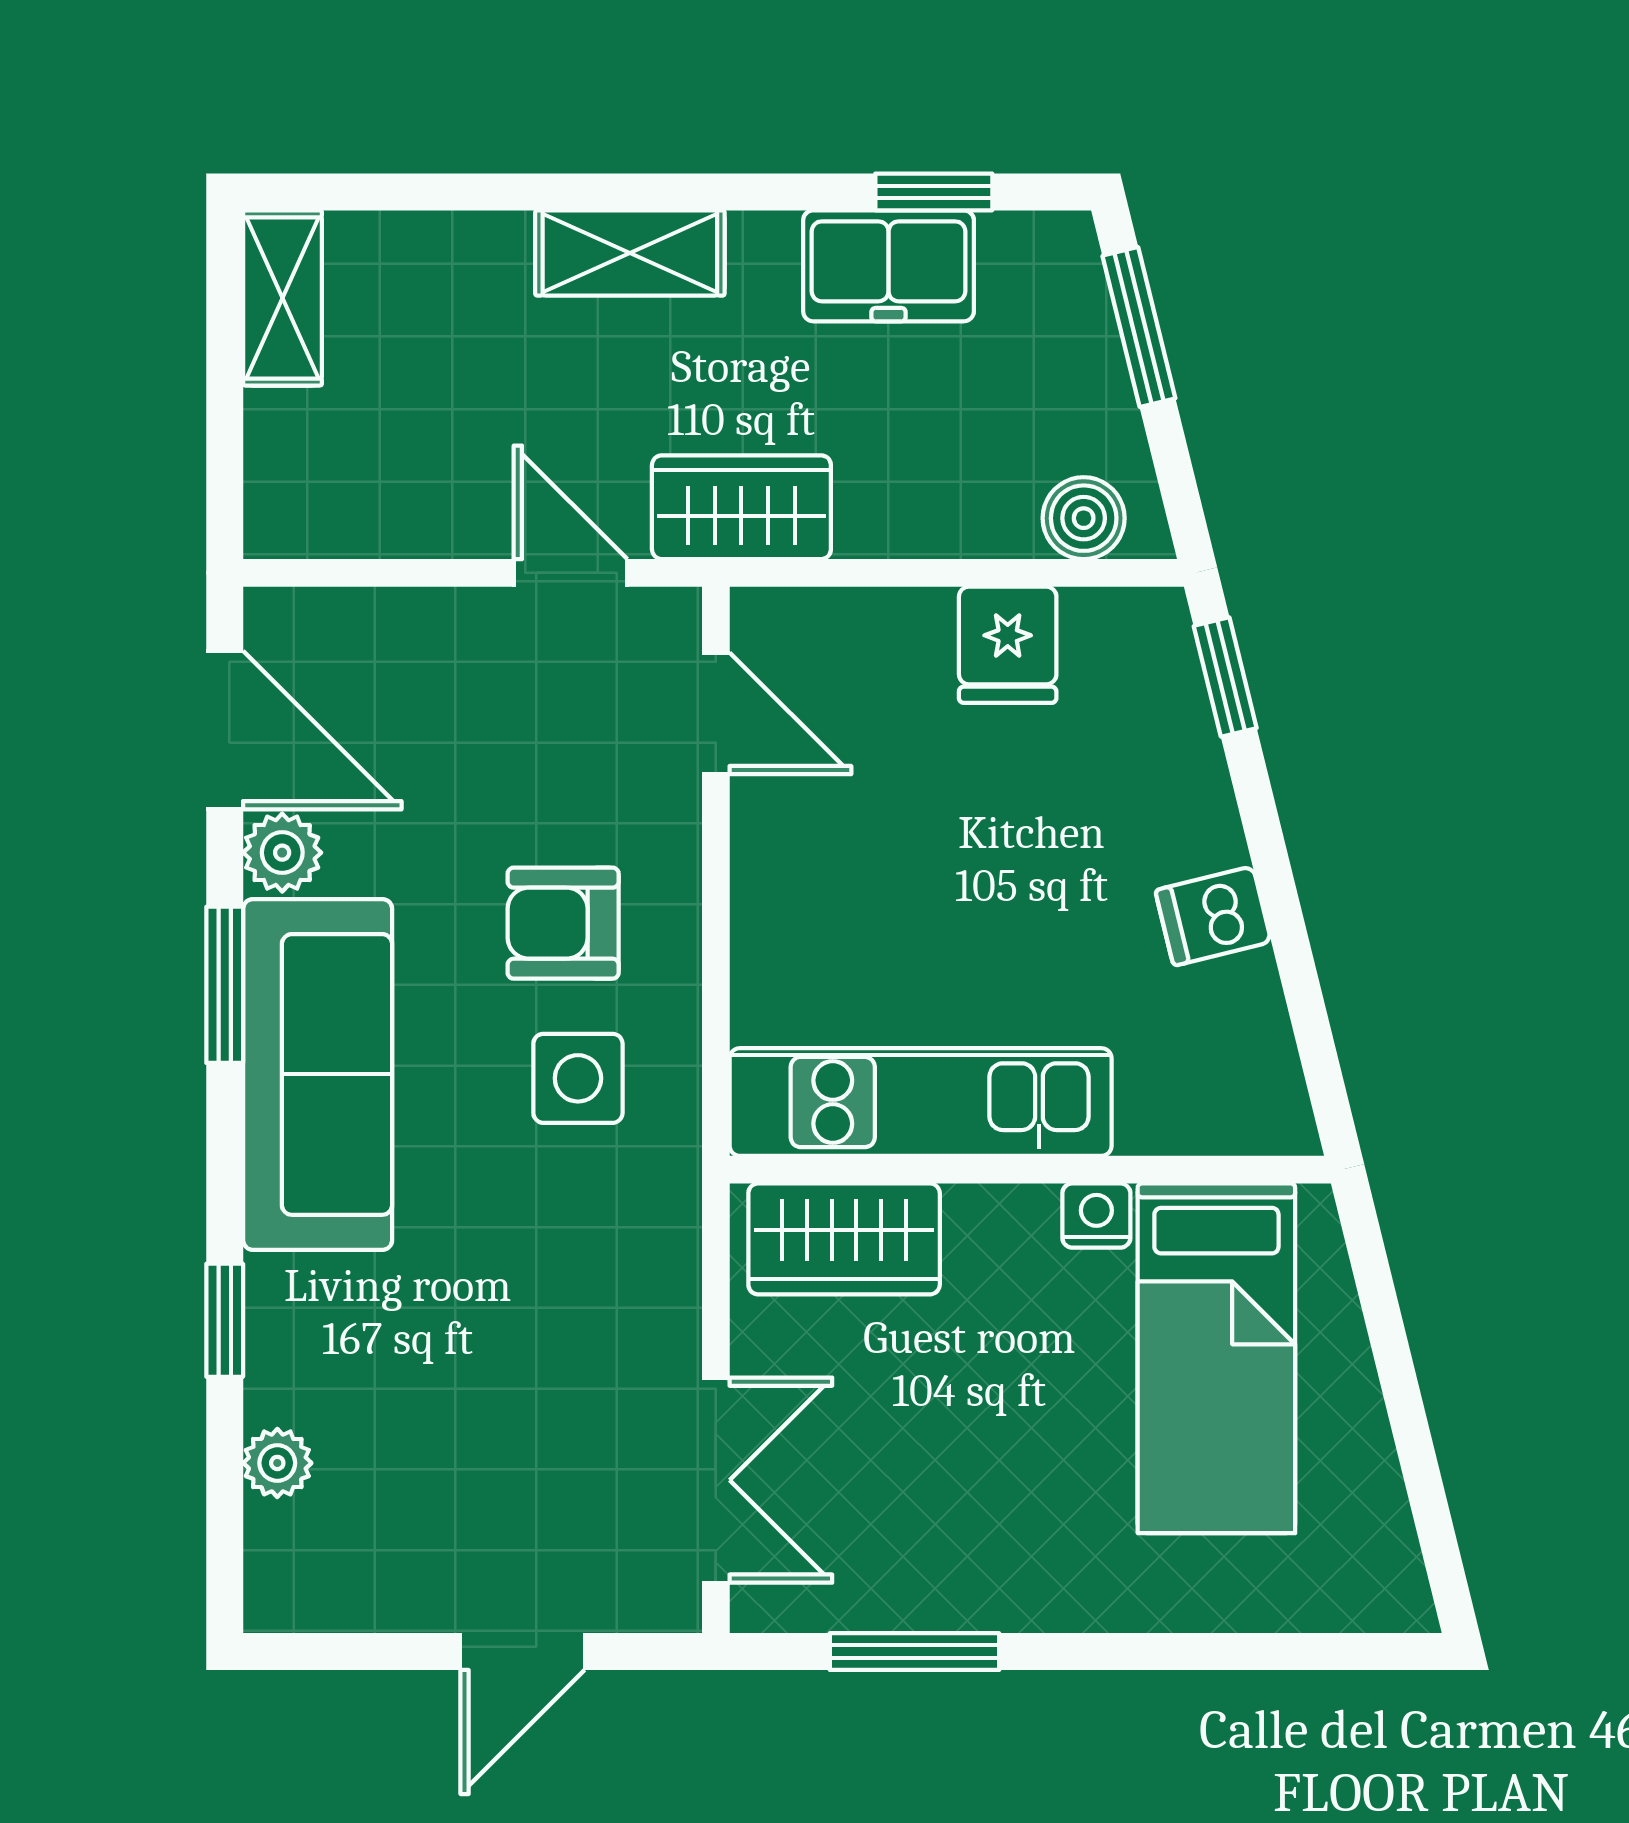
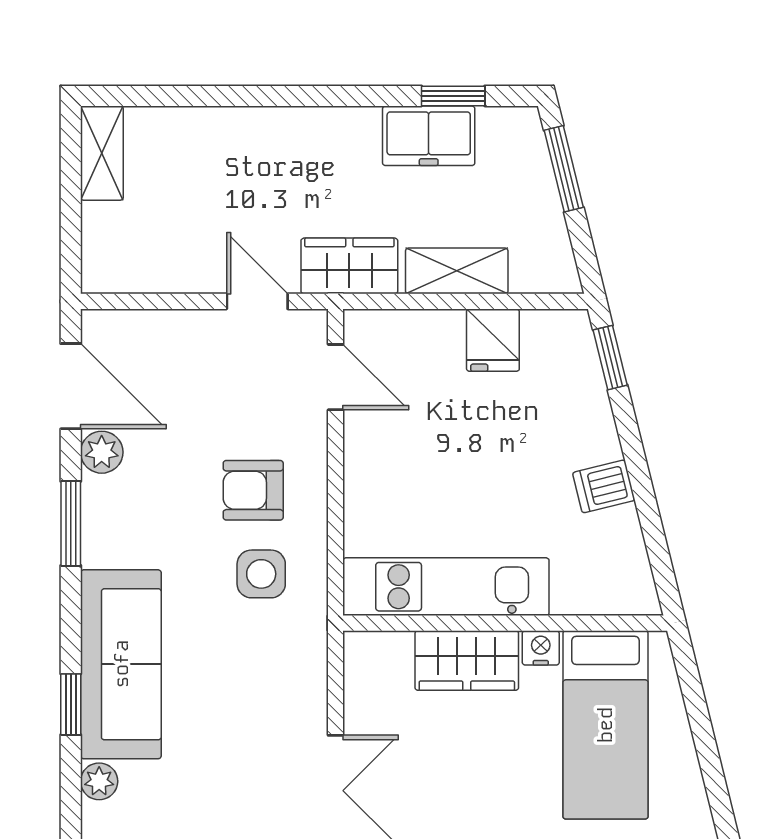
shelving: (630, 253) -> (457, 271), moved
boiler: (1084, 518) -> (534, 272), removed
sofa: (318, 1074) -> (121, 664), moved
wardrobe: (844, 1239) -> (467, 661), moved

